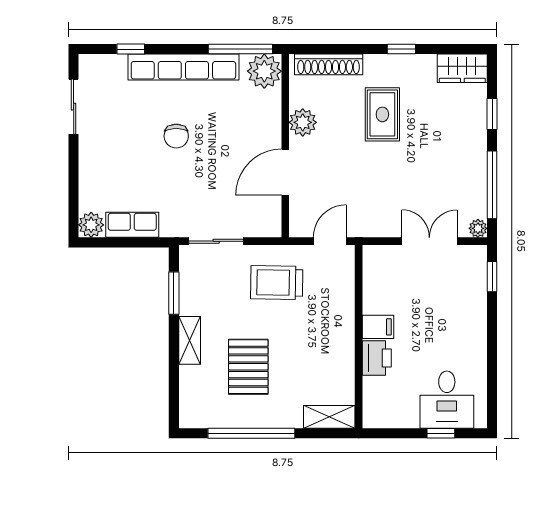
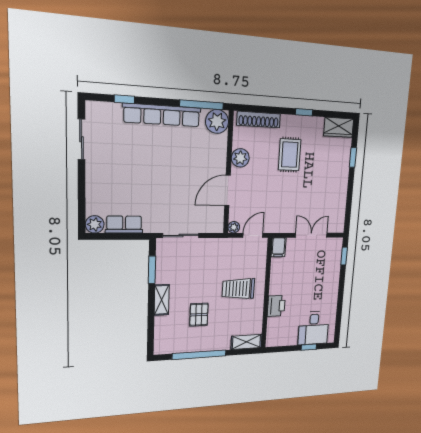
chair: (176, 136) -> (156, 164), removed
window: (492, 185) -> (349, 201), removed
plant: (478, 228) -> (234, 227), moved
trolley: (277, 283) -> (238, 289), moved
filing cabinet: (378, 327) -> (279, 247), moved, turned 90
pallet: (248, 367) -> (199, 315), width x0.67, depth x0.71

